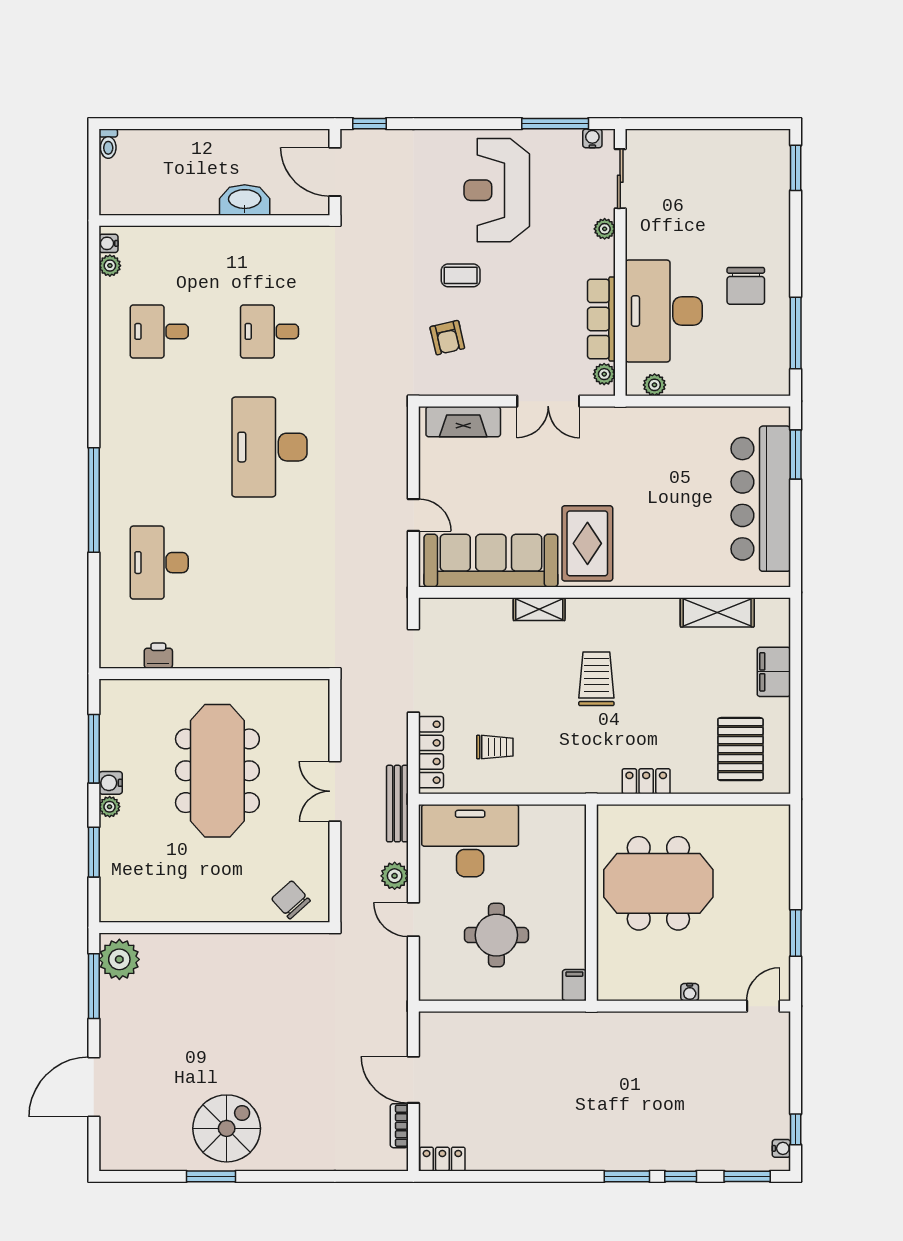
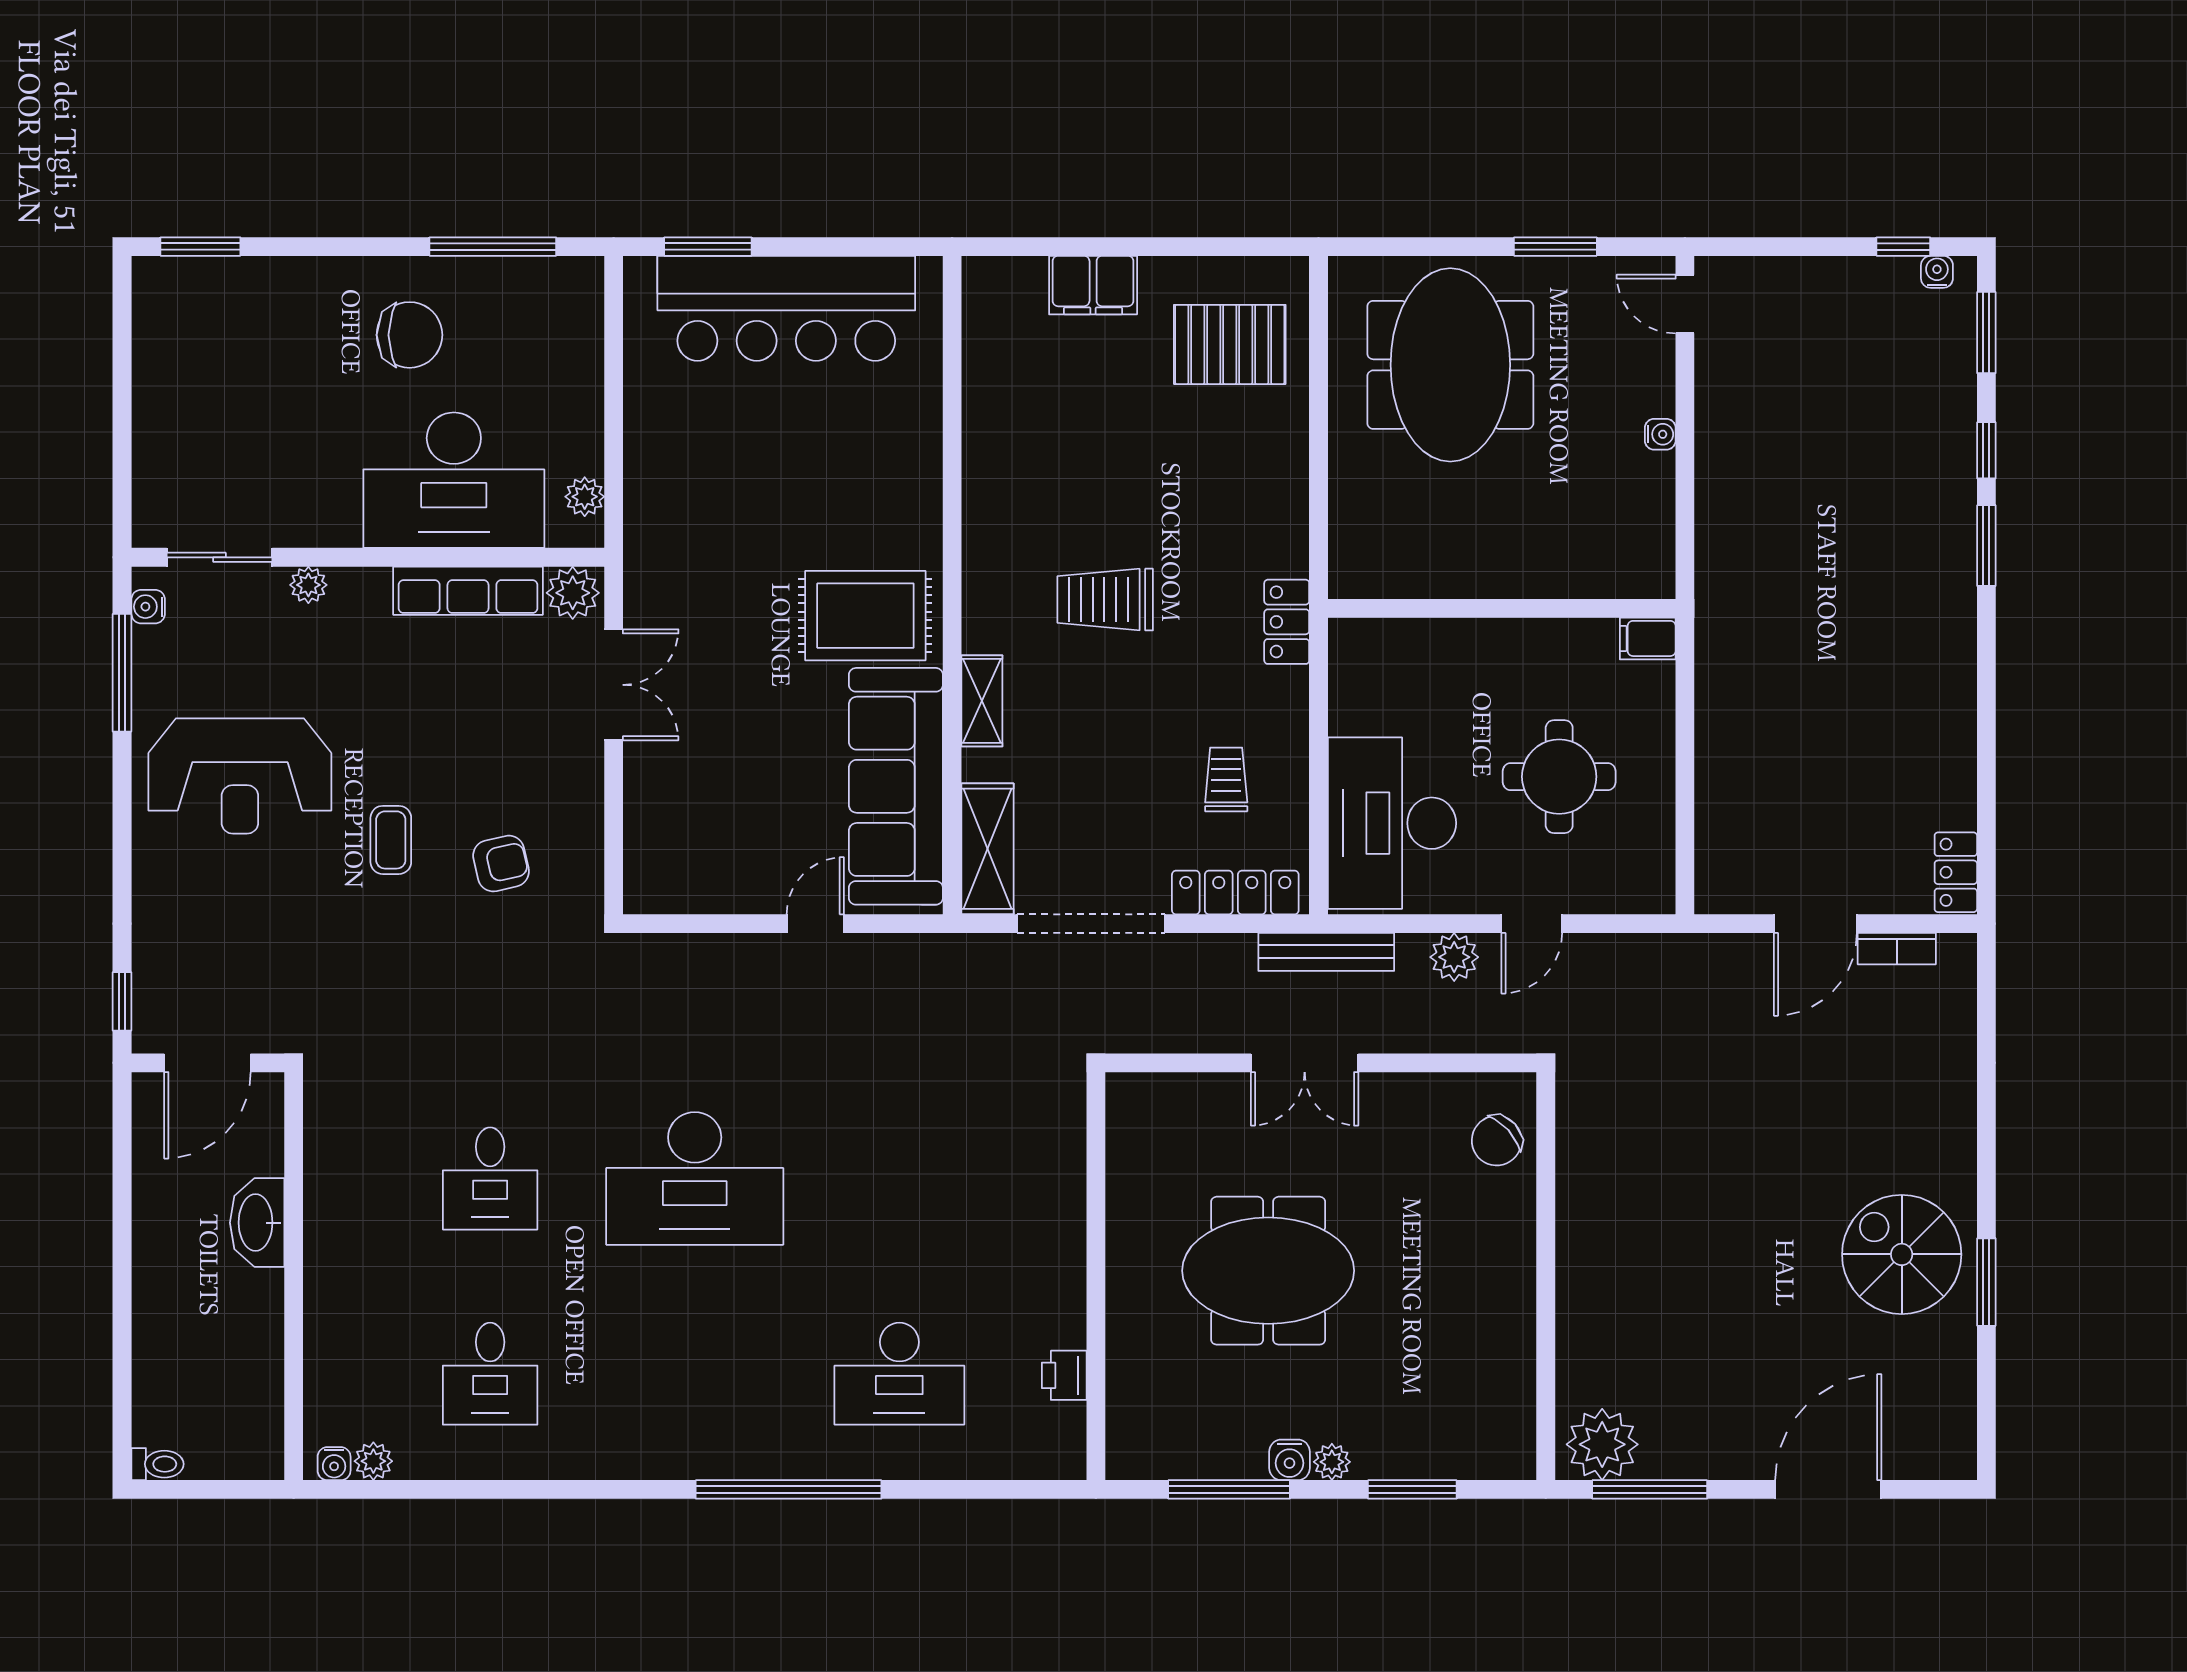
plant: (604, 374) -> (573, 593), width x1.38, depth x1.38
fireplace: (463, 422) -> (650, 835), removed
shelving: (717, 612) -> (988, 849), moved
meeting table: (217, 771) -> (1268, 1271), width x0.73
locker: (646, 781) -> (1287, 622), moved
meeting table: (658, 883) -> (1450, 365), moved
door: (94, 1087) -> (1828, 1489), swing flipped

